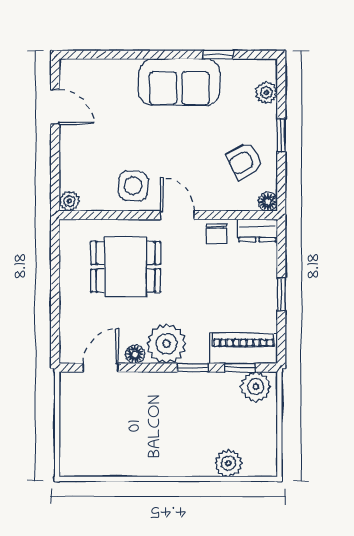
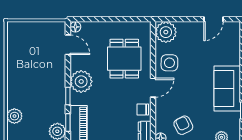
plant: (69, 201) -> (166, 32), width x1.87, depth x1.87
floor lamp: (135, 354) -> (75, 27), moved

